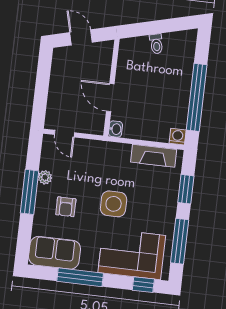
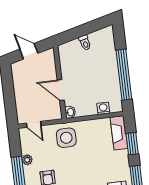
washing machine: (178, 137) -> (103, 108), moved
fireplace: (154, 156) -> (119, 133), moved, turned 90
side table: (114, 204) -> (66, 138), moved

